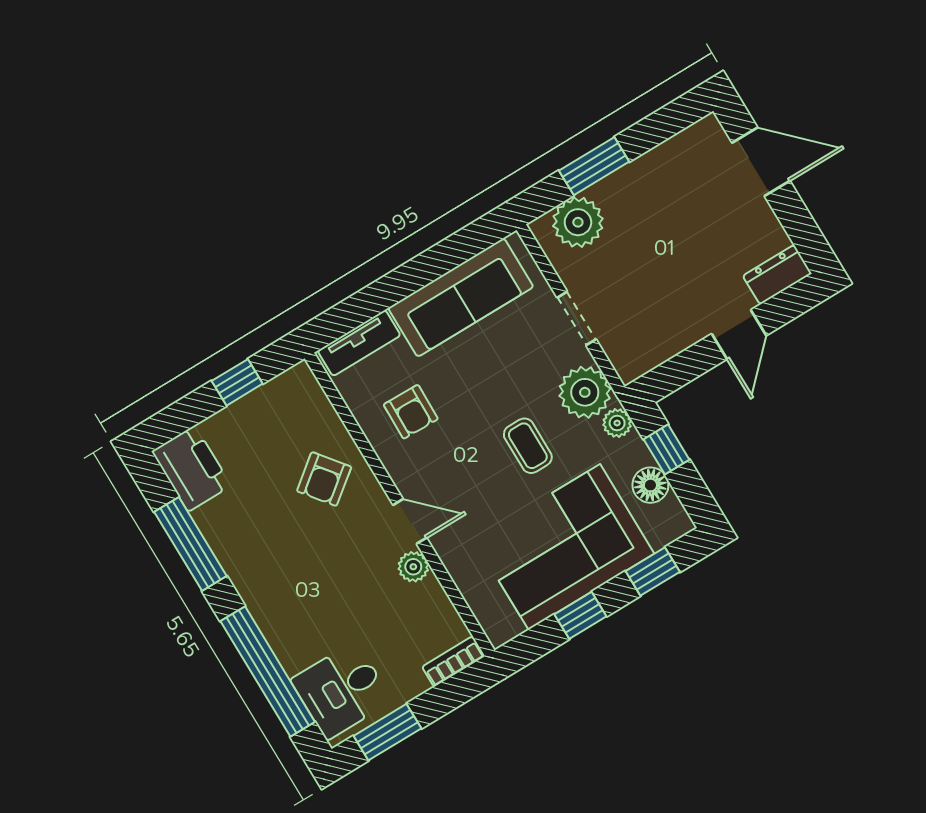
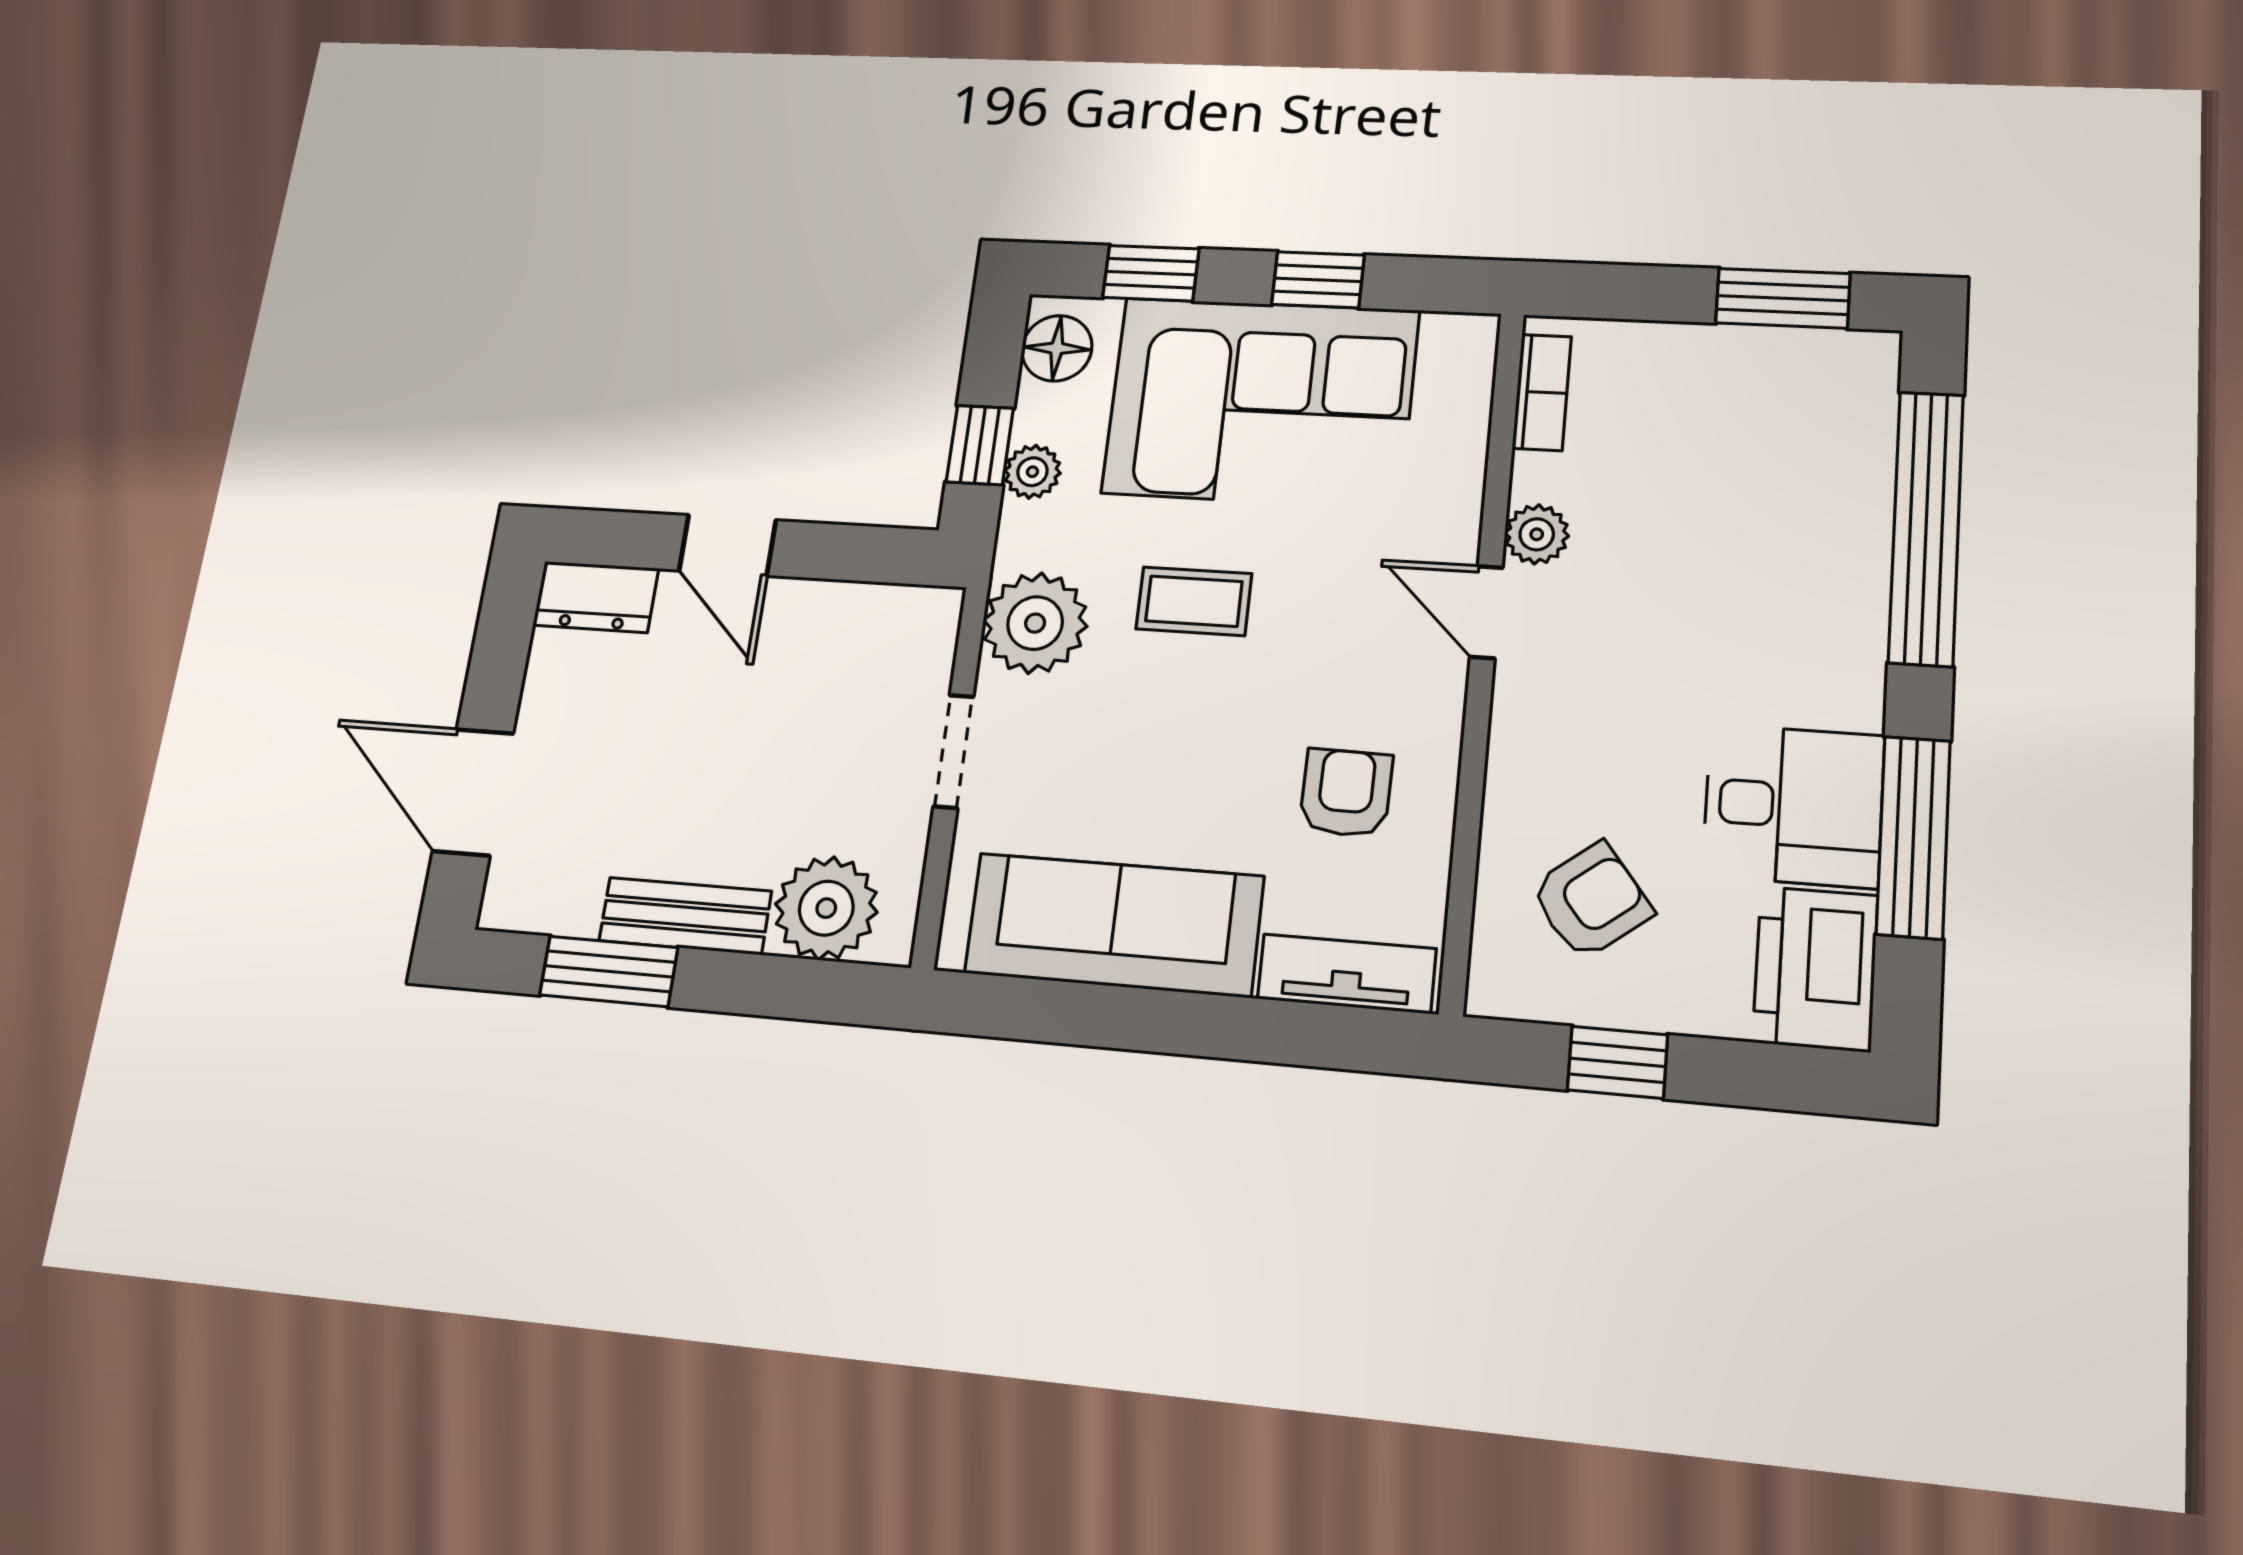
window: (594, 166) -> (609, 971), moved
bench: (632, 178) -> (685, 916), added
door: (739, 335) -> (727, 545), swing flipped
plant: (617, 423) -> (1032, 472), moved
coffee table: (528, 446) -> (1194, 601), turned 90
armchair: (324, 479) -> (1591, 901), moved
floor lamp: (650, 485) -> (1057, 348), moved
bookcase: (453, 661) -> (1542, 392), moved, turned -90
desk: (341, 690) -> (1793, 806), moved

